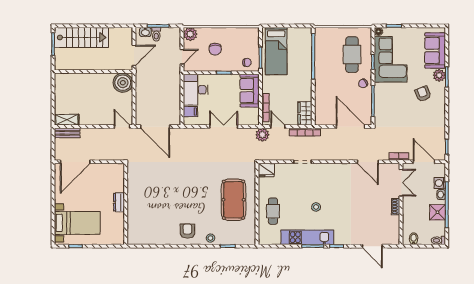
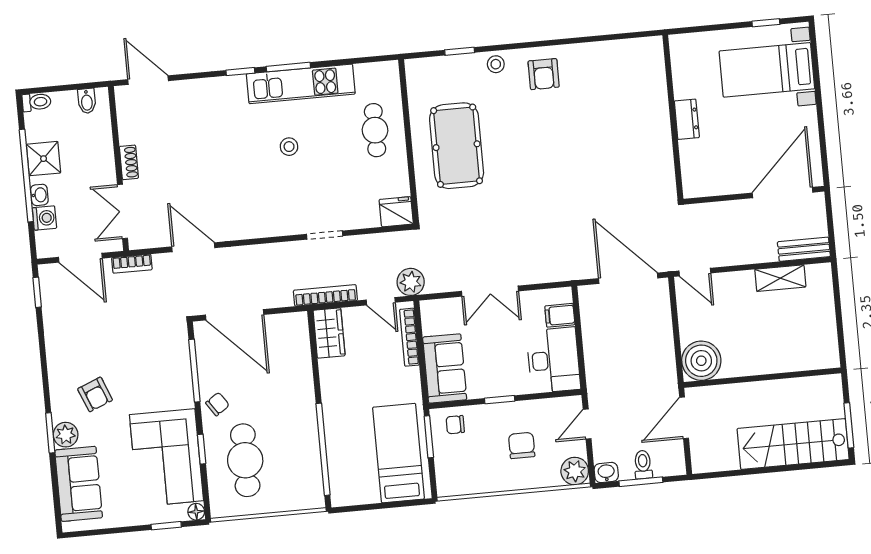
washbasin: (145, 32) -> (606, 473), moved
shelving: (67, 120) -> (780, 278), moved
door: (372, 246) -> (148, 80), moved

